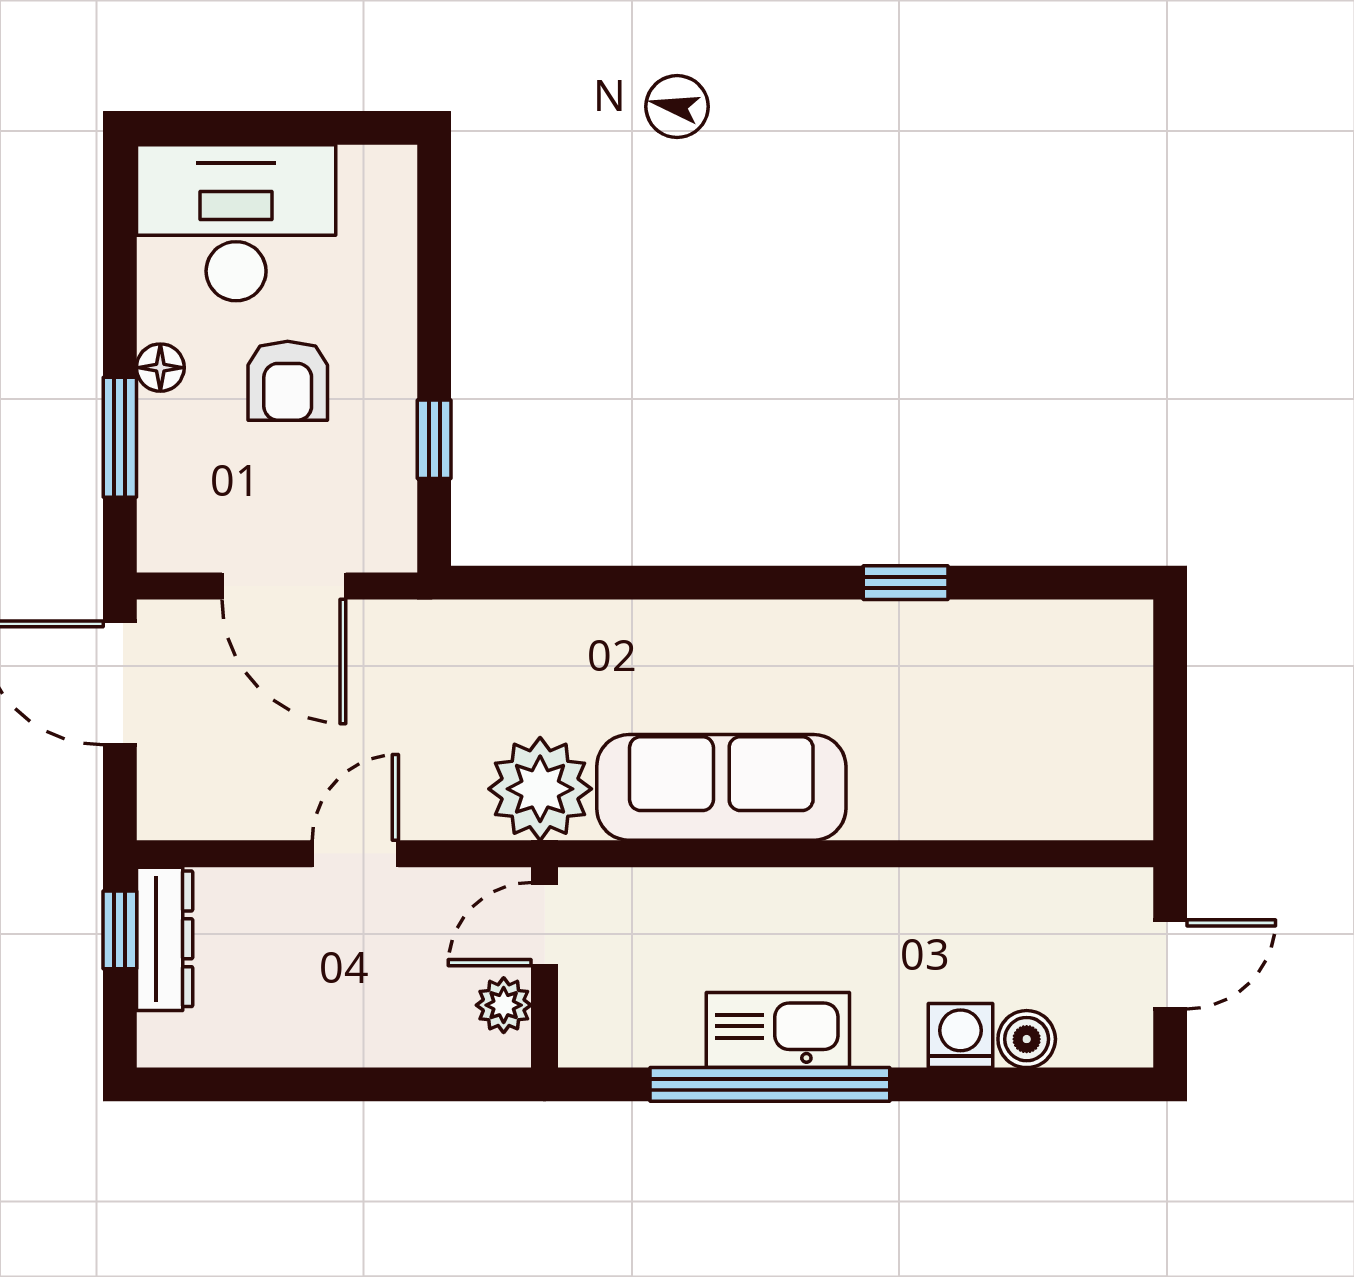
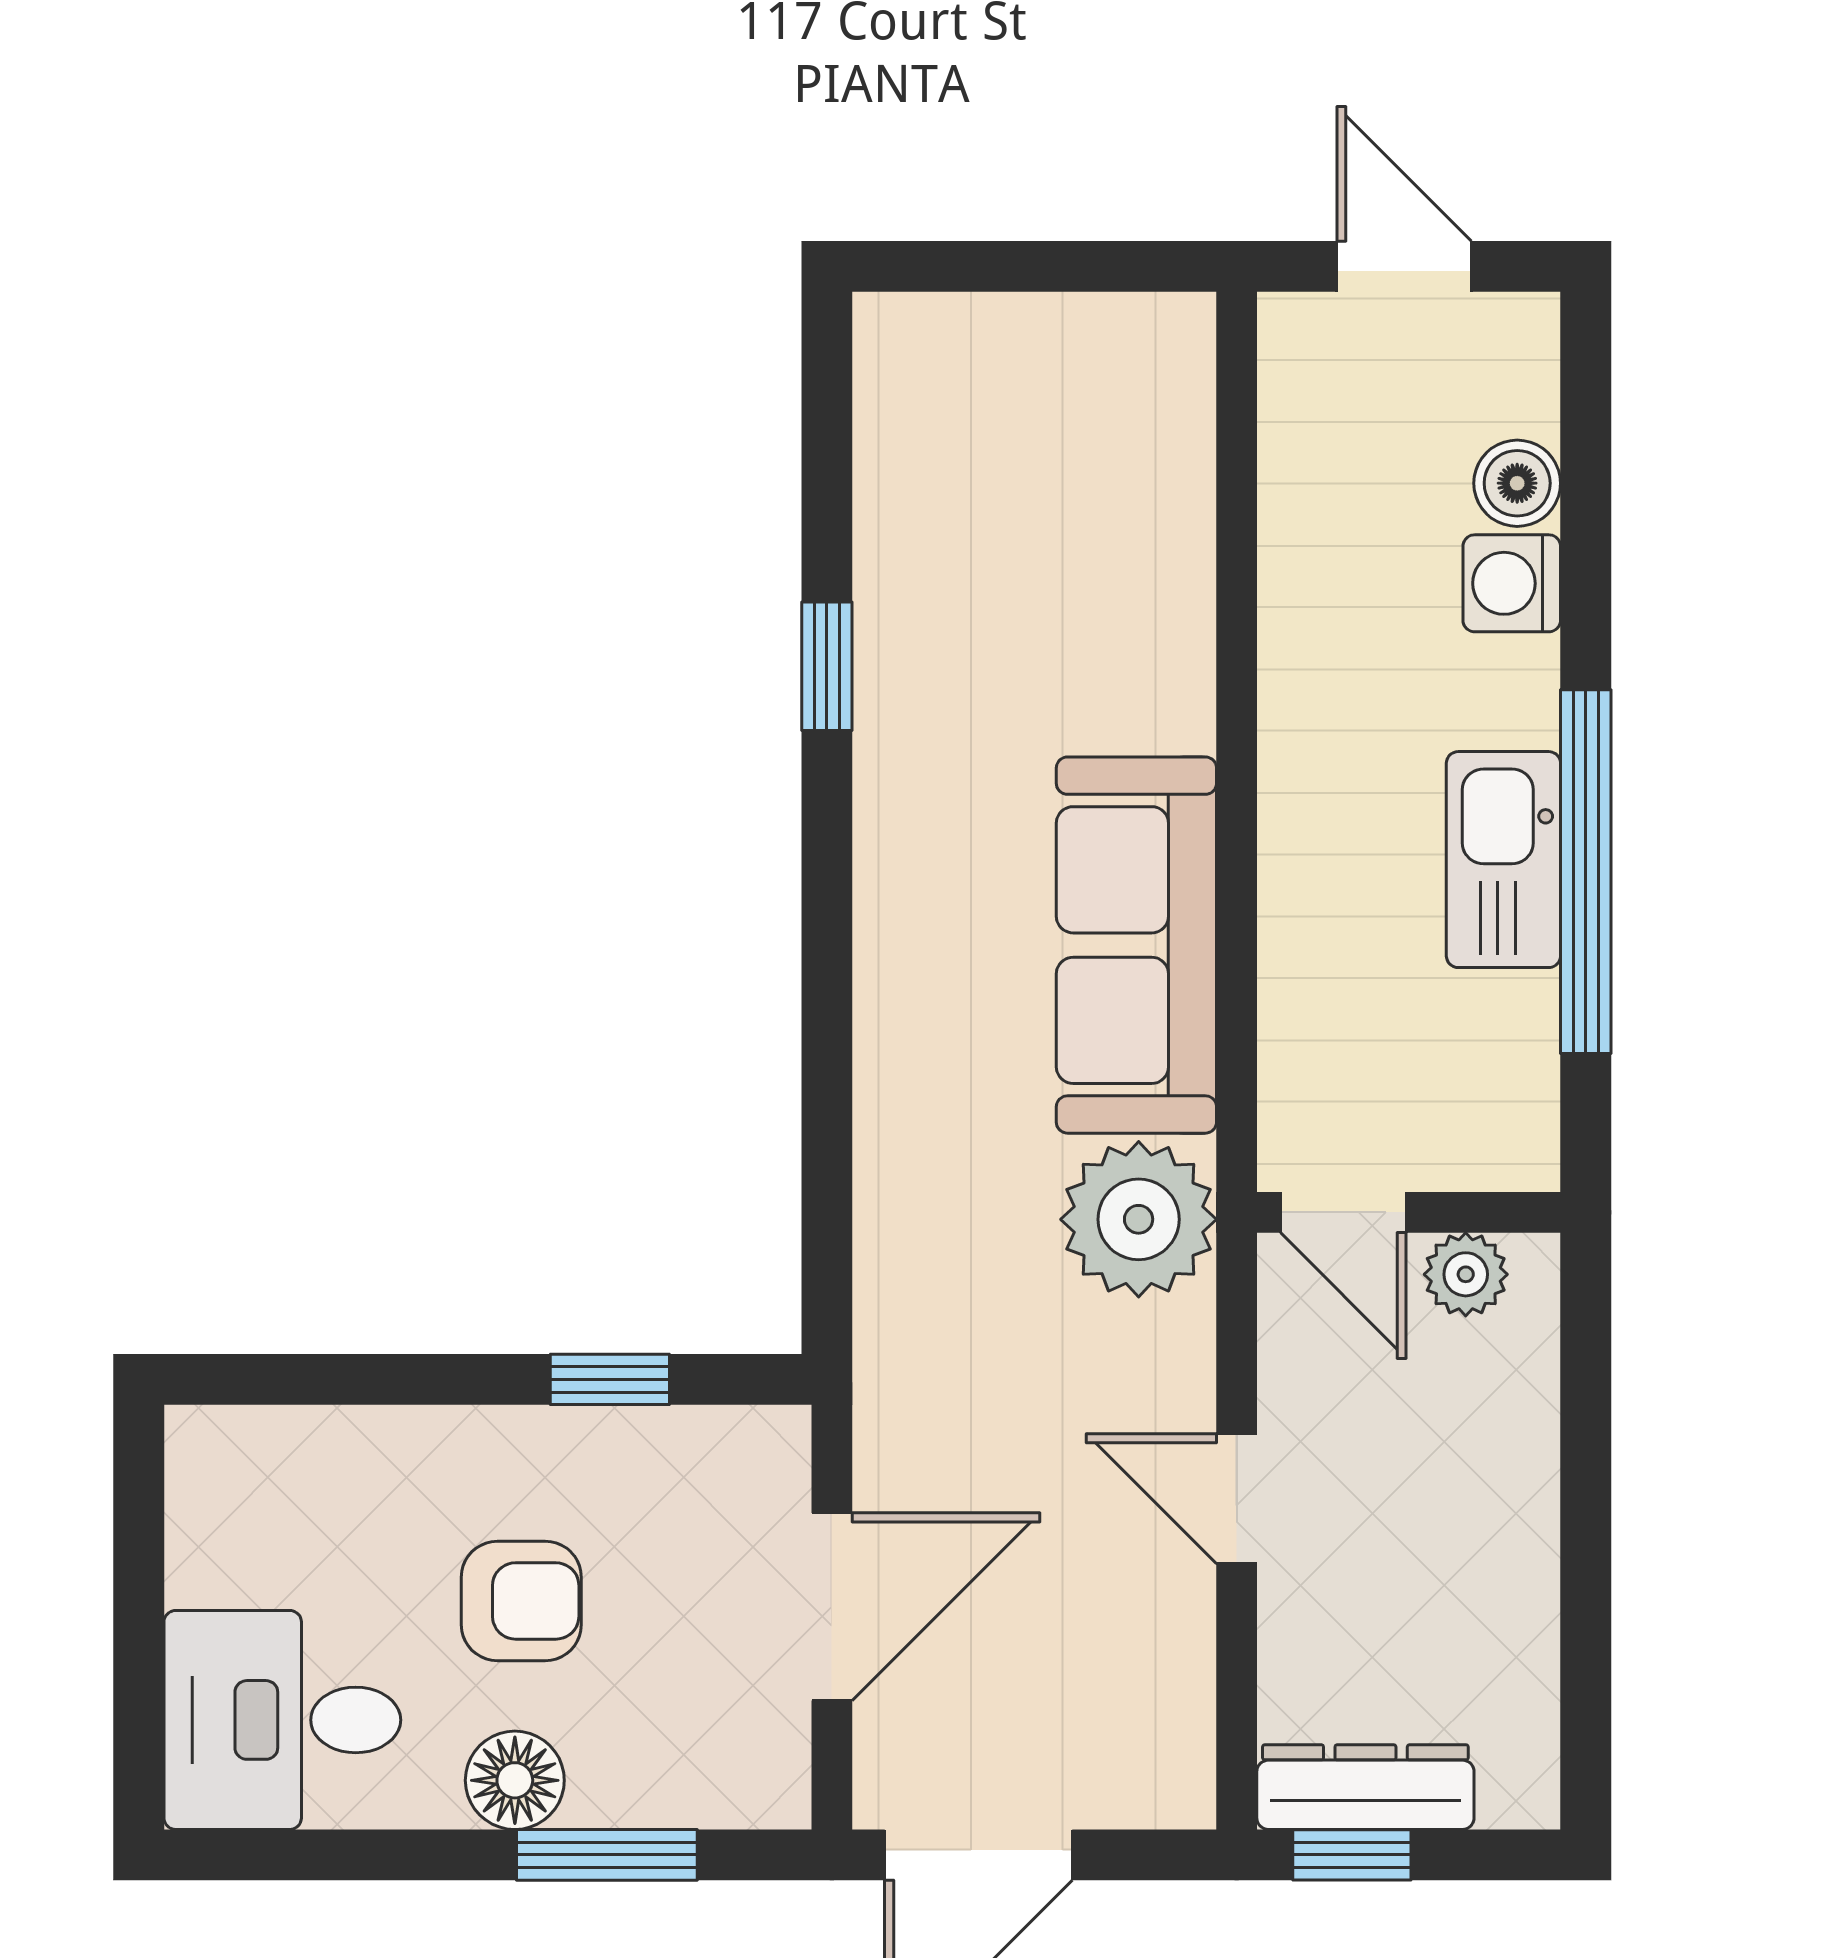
desk: (236, 223) -> (282, 1720), width x0.73
floor lamp: (160, 368) -> (515, 1780), width x1.37, depth x1.37

